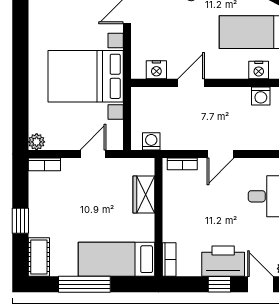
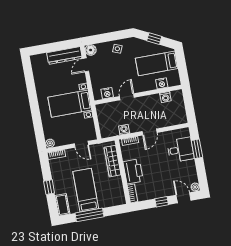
bed with nightstands: (86, 76) -> (70, 104), width x0.73
washing machine: (151, 141) -> (124, 130), moved
door: (93, 154) -> (81, 144), swing flipped
wardrobe: (144, 194) -> (113, 161), width x1.50
bed: (116, 259) -> (86, 190), moved, turned 90
printer: (223, 261) -> (133, 171), moved, turned 90

